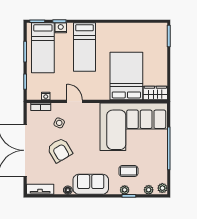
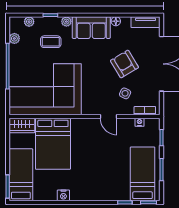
nightstand: (61, 28) -> (63, 195), moved
bed: (84, 47) -> (21, 175), moved
plant: (162, 188) -> (14, 38), moved
plant: (125, 190) -> (66, 22), moved

